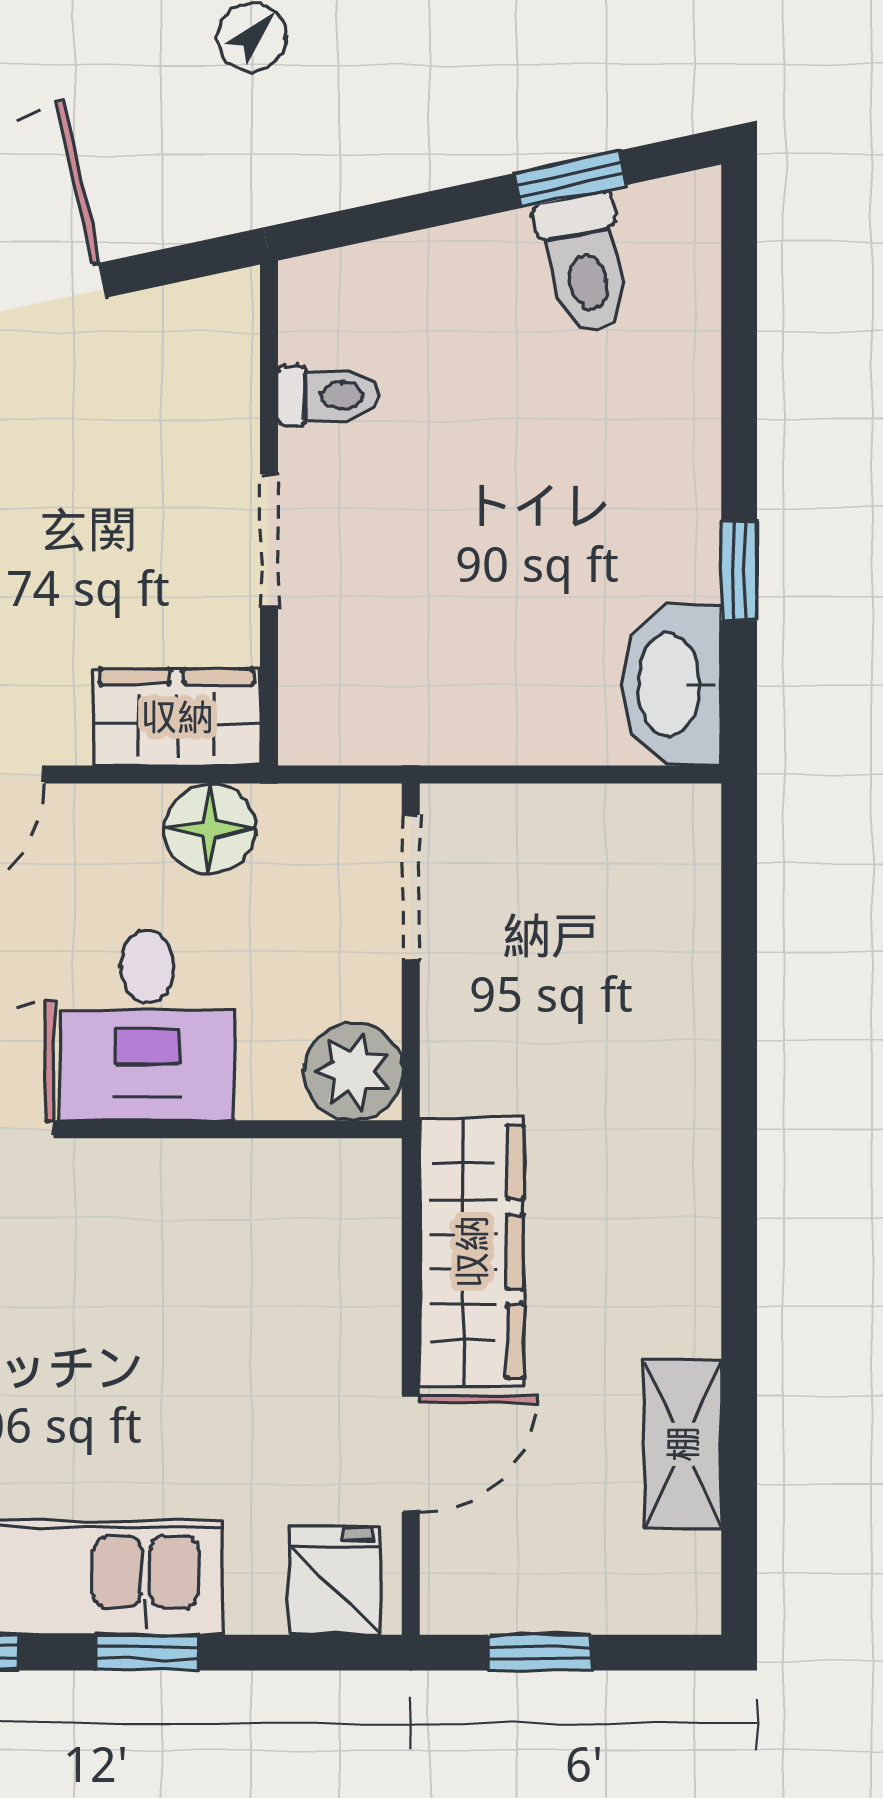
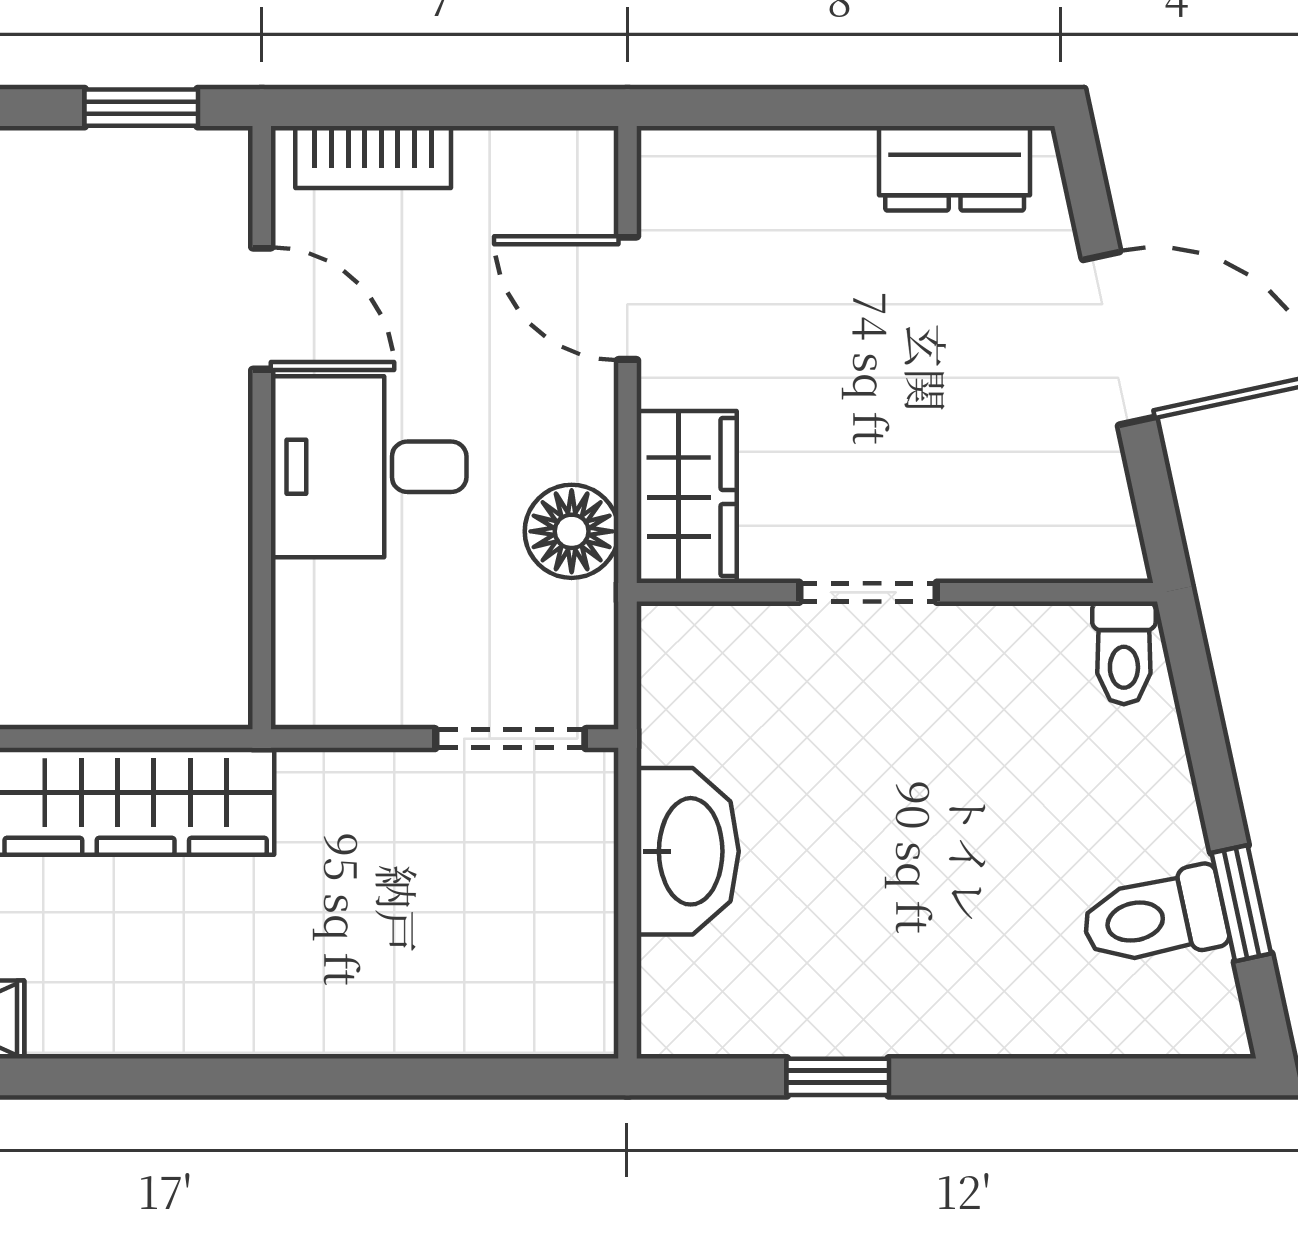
toilet: (328, 395) -> (1124, 653), moved
washbasin: (672, 685) -> (688, 851), moved, turned 90
plant: (353, 1071) -> (321, 679), removed

